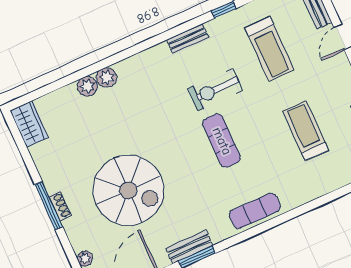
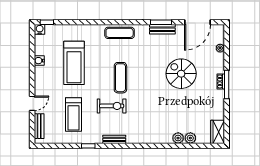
treadmill: (269, 49) -> (74, 114), turned 180
plant: (107, 78) -> (190, 138), moved
treadmill: (306, 131) -> (74, 63), width x1.37, depth x1.38
spiral stairs: (128, 190) -> (181, 74), width x0.73, depth x0.73

